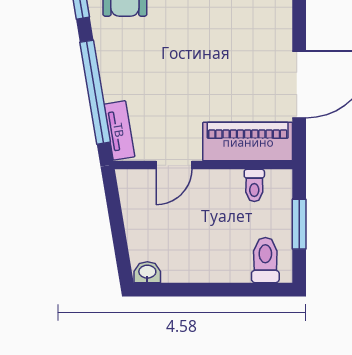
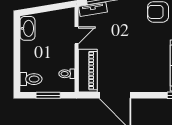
door: (174, 165) -> (76, 35), swing flipped
washbasin: (147, 272) -> (28, 28), width x1.91, depth x1.45

